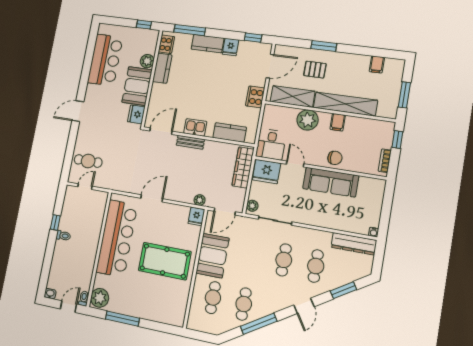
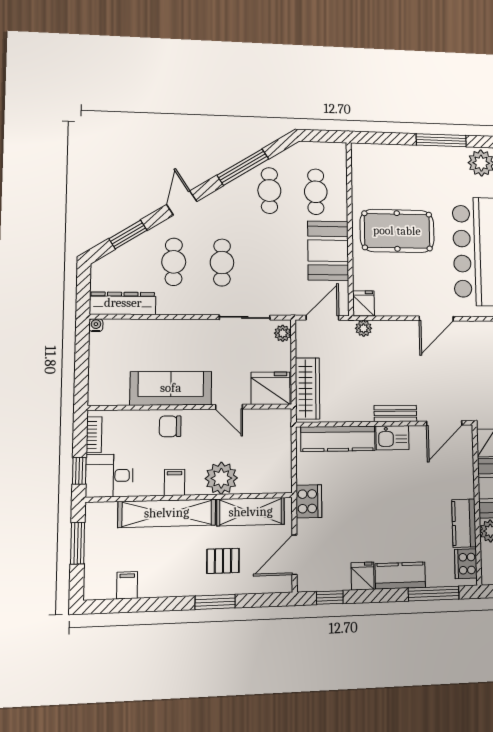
kitchen counter: (230, 132) -> (338, 439), width x1.50
desk: (271, 144) -> (109, 476), moved, turned -90

